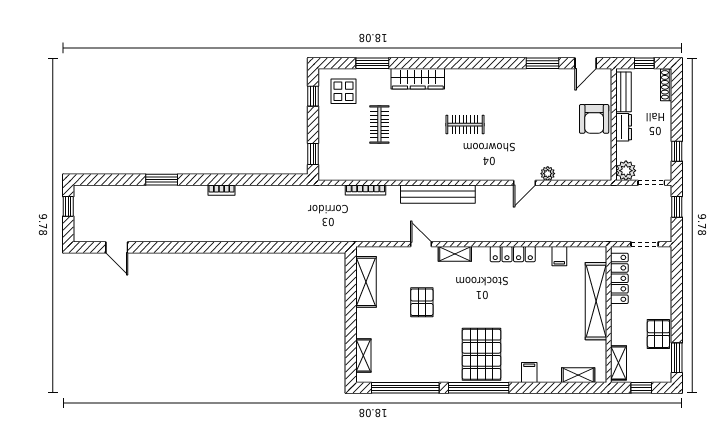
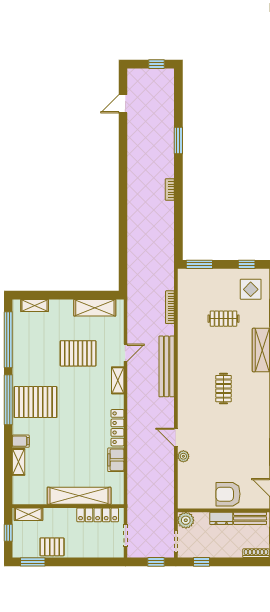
window: (313, 154) -> (199, 264), width x1.50
filing cabinet: (559, 256) -> (116, 460), width x2.00
pallet: (422, 302) -> (78, 353), width x1.50, depth x1.42
shelving: (578, 375) -> (18, 462), moved

